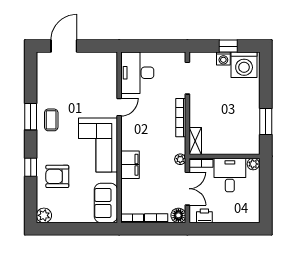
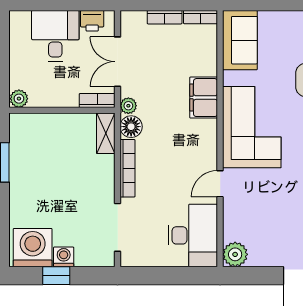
plant: (109, 60) -> (235, 254), added
desk: (230, 175) -> (55, 36), moved, turned 180
floor lamp: (178, 215) -> (131, 127), moved

